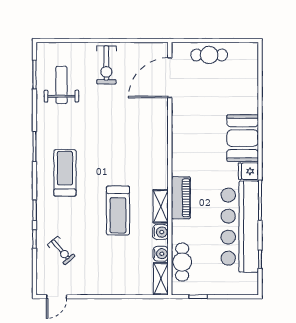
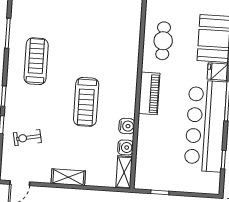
shelving: (161, 206) -> (68, 177), moved, turned 90
exercise bike: (61, 250) -> (27, 138), turned 120
cafe table: (182, 262) -> (163, 41), moved

